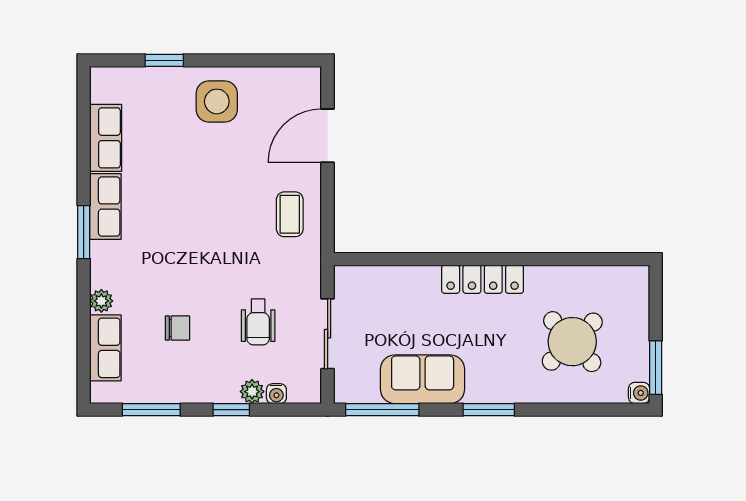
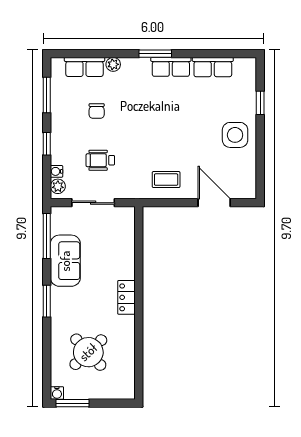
locker: (483, 279) -> (126, 297), width x0.66
plant: (252, 392) -> (58, 186), moved

